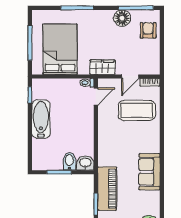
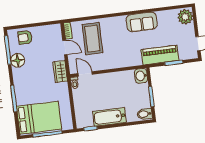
bed: (60, 49) -> (39, 118), moved, turned 180
bidet: (69, 161) -> (144, 114), moved

